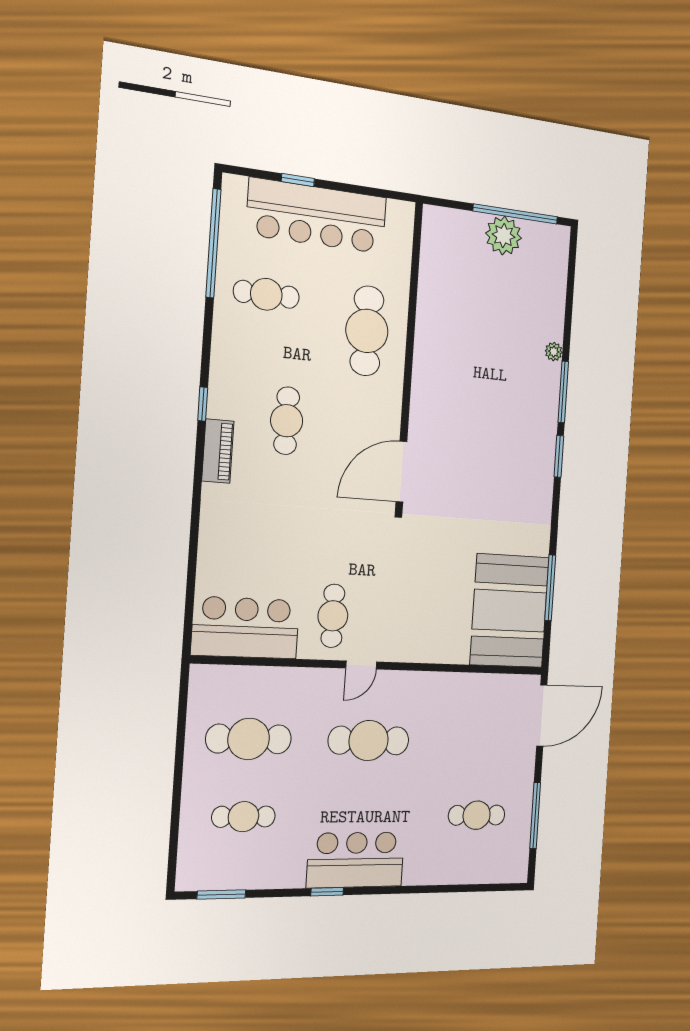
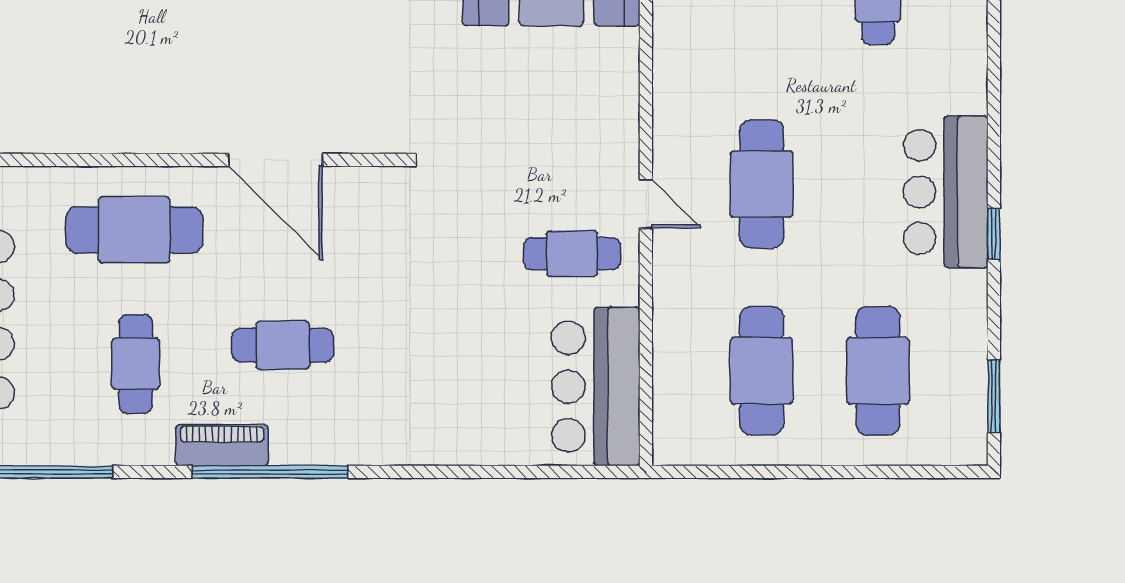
cafe table: (266, 294) -> (136, 364), moved
window: (203, 404) -> (270, 472), width x3.17
piano: (218, 451) -> (222, 445), moved
door: (401, 472) -> (275, 160), moved
cafe table: (243, 817) -> (878, 371), width x1.37, depth x1.35

